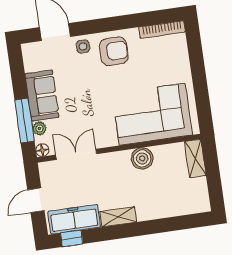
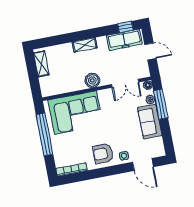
window: (200, 84) -> (45, 135), added
boiler: (142, 158) -> (92, 80), moved
shelving: (195, 159) -> (41, 64), moved
door: (36, 200) -> (150, 51), hinge flipped
shelving: (118, 217) -> (85, 45), moved

